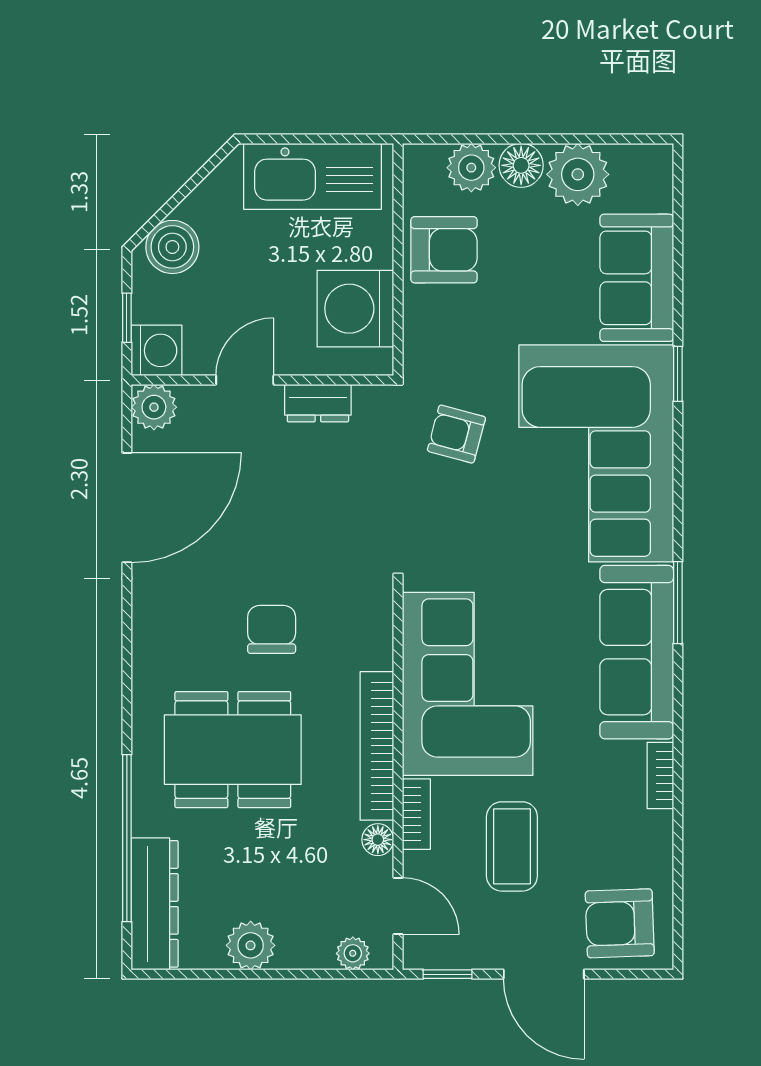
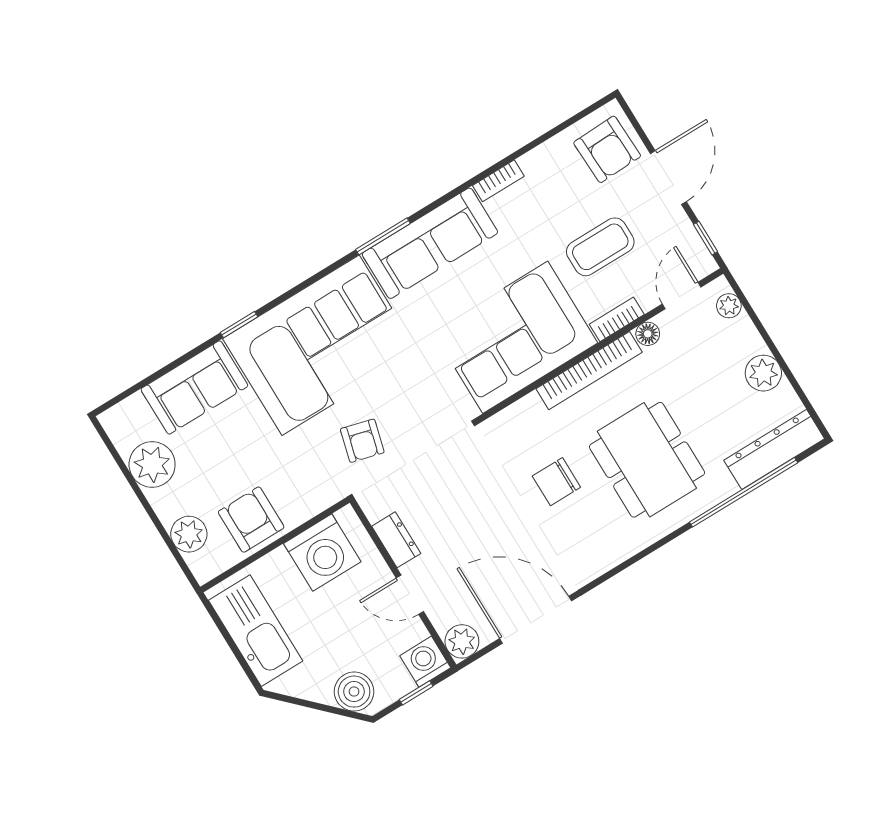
floor lamp: (521, 165) -> (168, 504), removed

